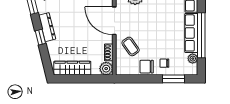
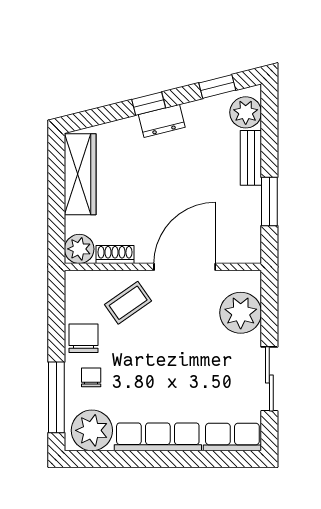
dresser: (47, 27) -> (162, 121), width x0.70
window: (201, 35) -> (153, 459), removed
plant: (193, 59) -> (92, 430), width x1.88, depth x1.88
window: (173, 79) -> (56, 397), width x1.44

